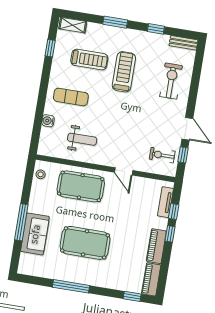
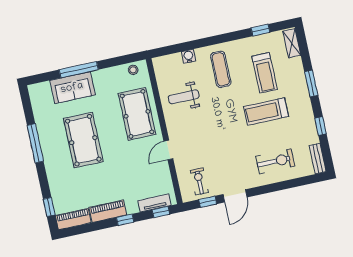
treadmill: (124, 72) -> (266, 112), turned 180
weight bench: (82, 139) -> (184, 97), turned 90
window: (174, 211) -> (161, 212), moved

